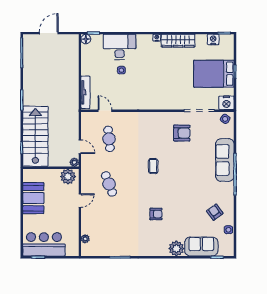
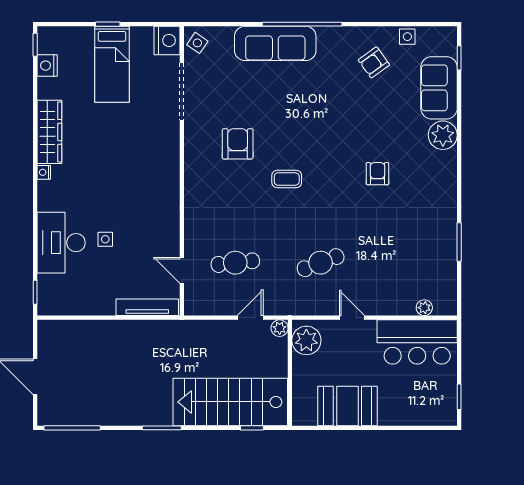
floor lamp: (86, 39) -> (46, 306), removed
bed: (214, 74) -> (112, 64), width x0.67
door: (105, 111) -> (182, 270), hinge flipped
armchair: (182, 133) -> (238, 144), moved
bar counter: (44, 244) -> (417, 342), moved, turned -90

